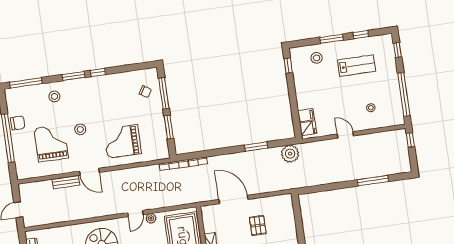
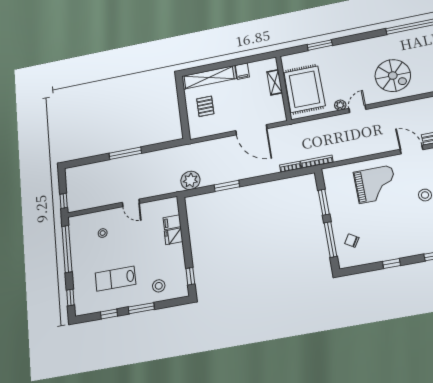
window: (98, 72) -> (391, 263), moved
fridge: (308, 128) -> (174, 236), moved
window: (373, 181) -> (125, 153), moved
pallet: (258, 225) -> (205, 106), moved

